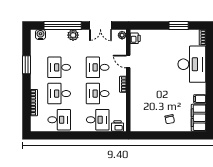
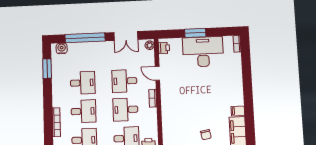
window: (179, 26) -> (195, 33), moved
plant: (73, 35) -> (97, 48), removed
desk: (192, 64) -> (203, 52), moved, turned -90
window: (27, 65) -> (47, 69), moved
desk: (59, 67) -> (83, 83), turned 180
desk: (59, 94) -> (83, 111), turned 180

